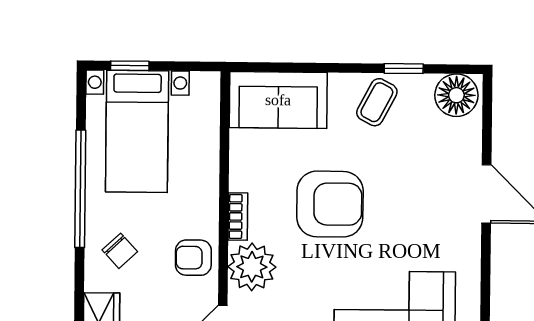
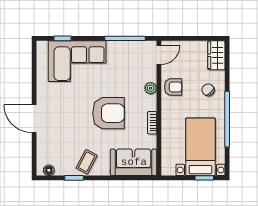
floor lamp: (456, 95) -> (49, 170), width x0.53, depth x0.53
armchair: (330, 204) -> (108, 113), turned 180
bookcase: (238, 216) -> (152, 123), moved
plant: (252, 267) -> (151, 88), width x0.53, depth x0.53

